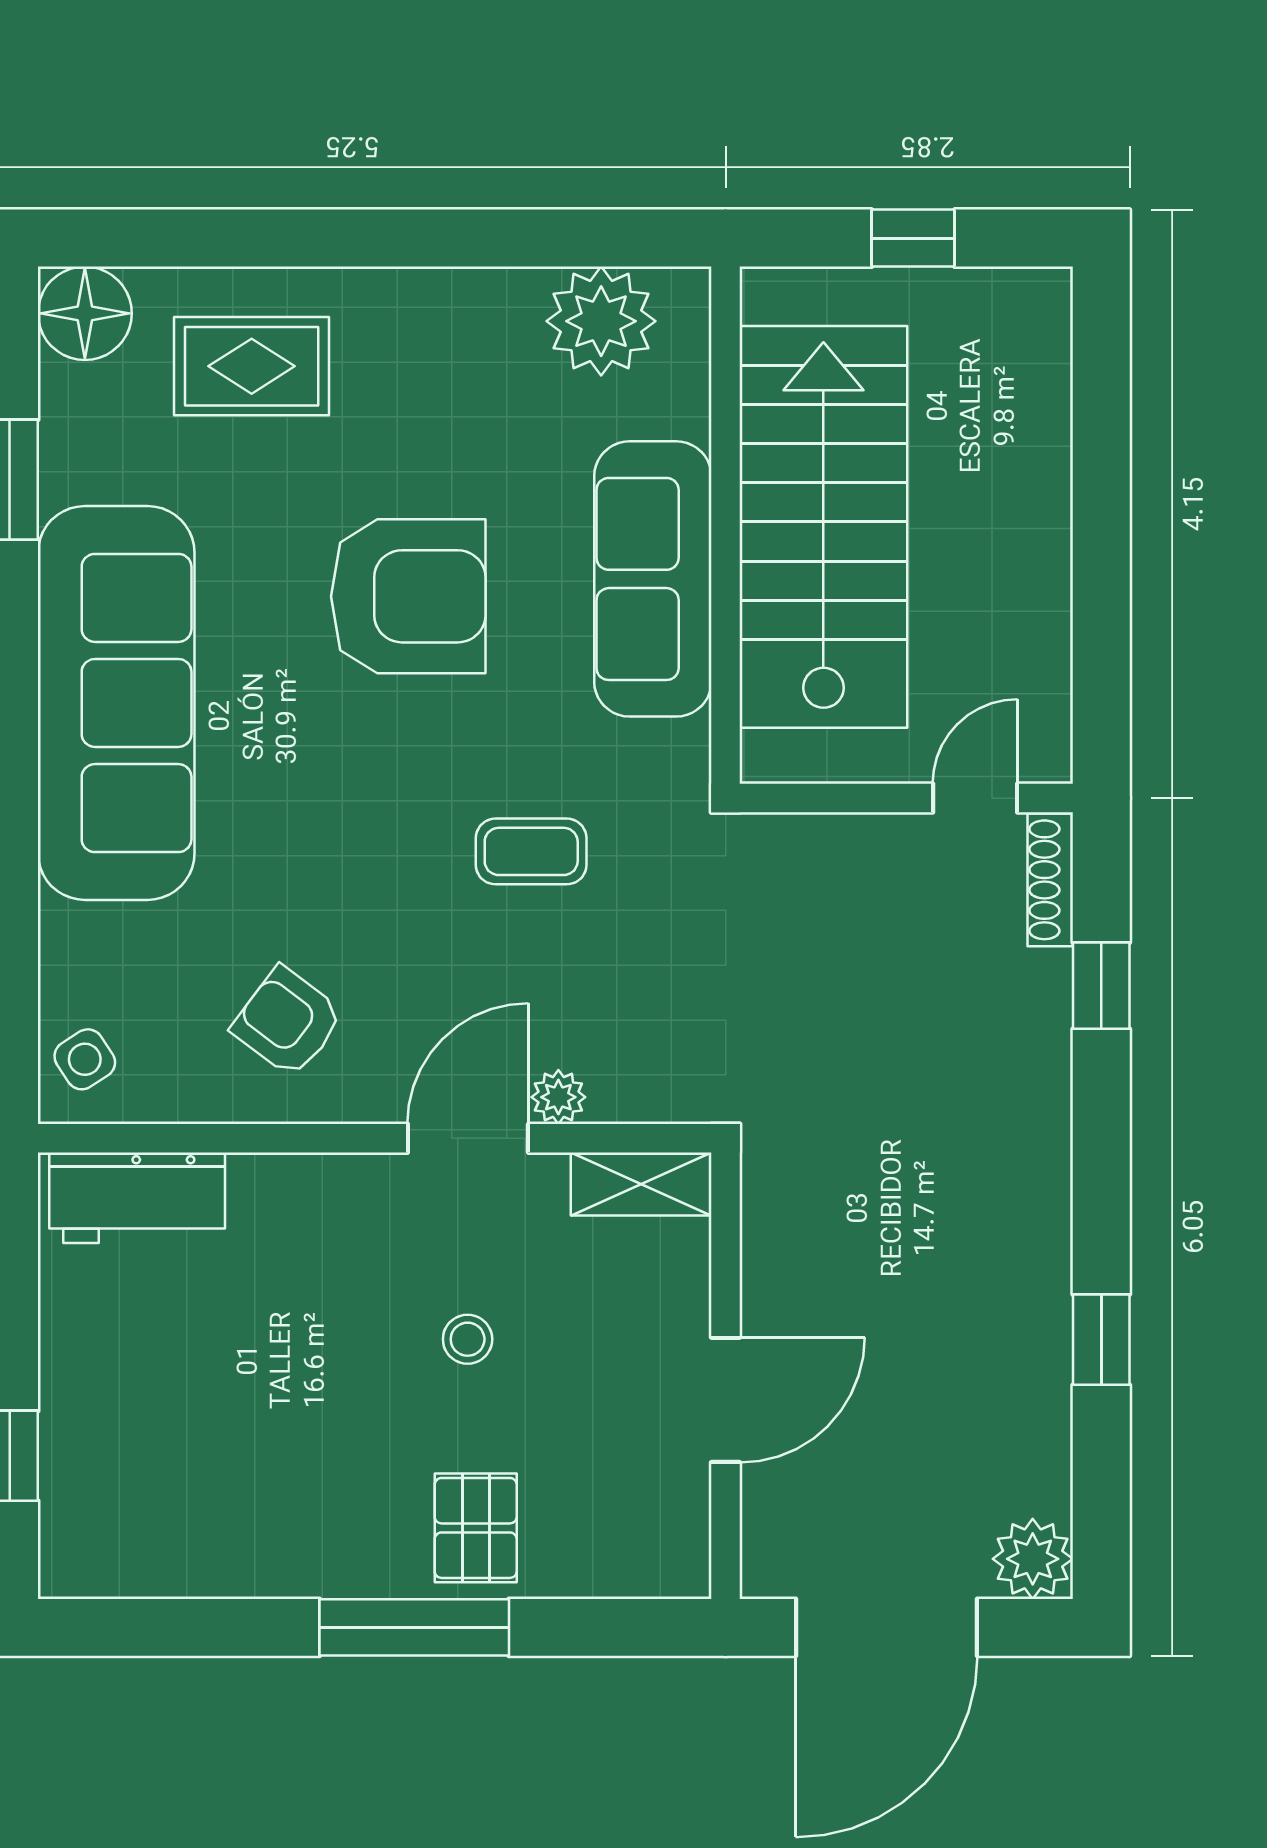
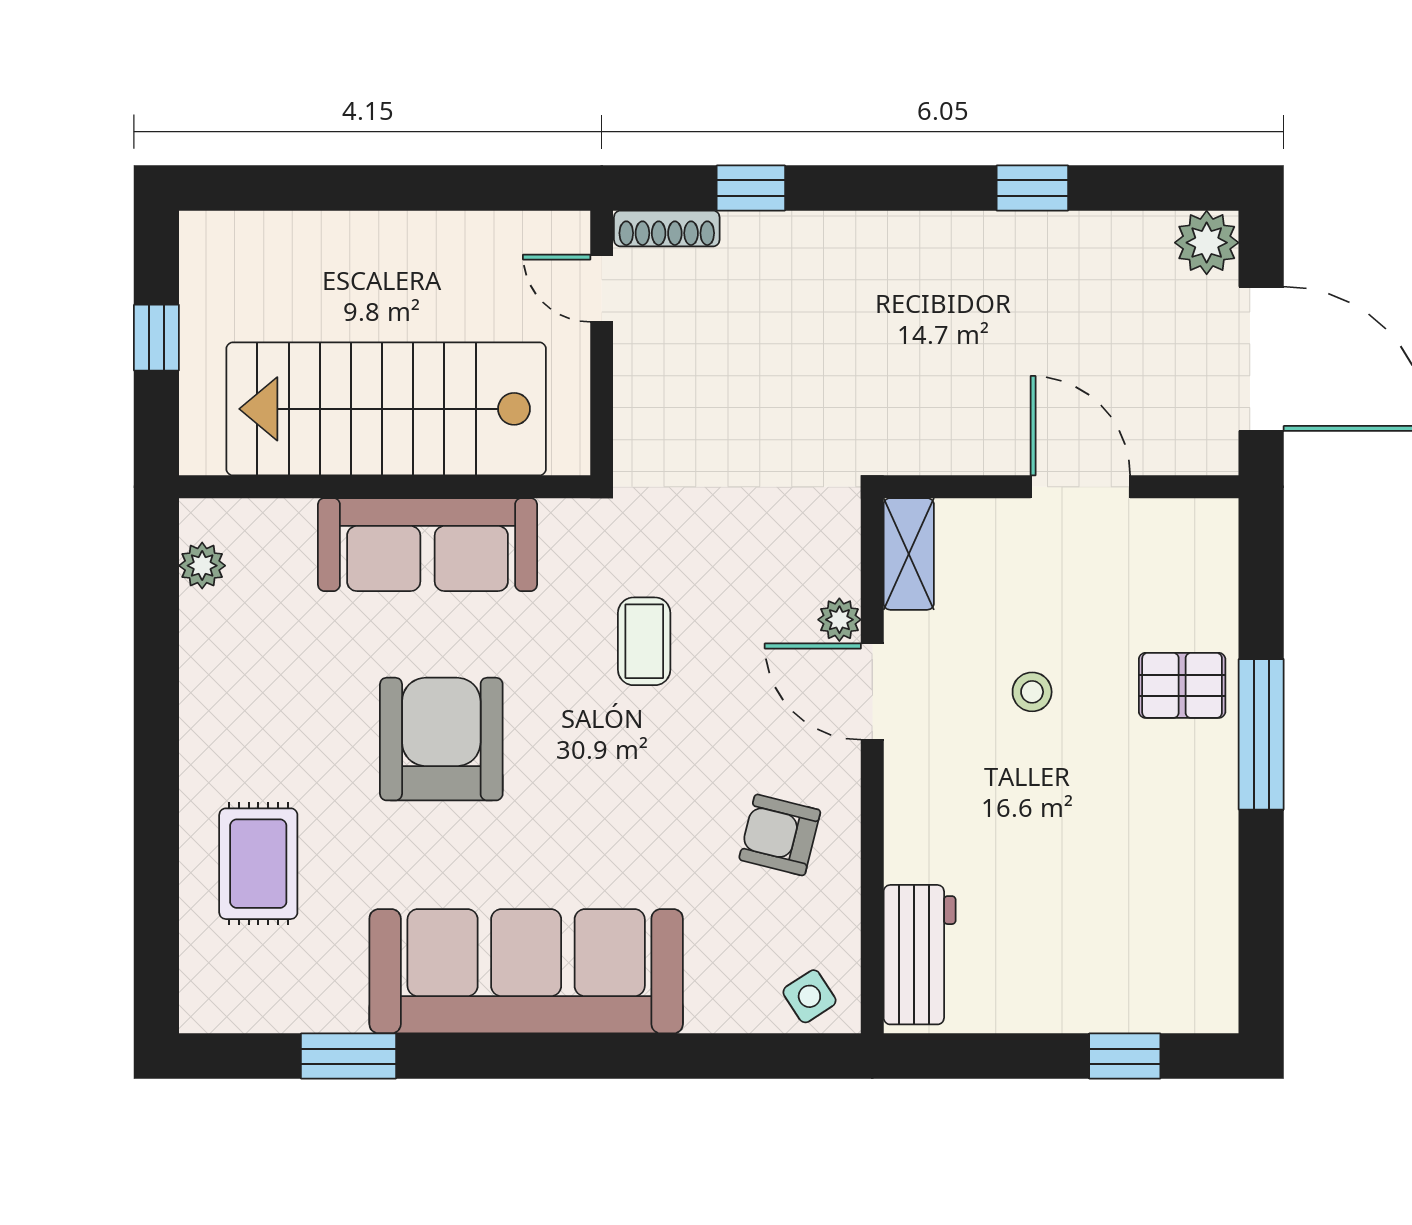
floor lamp: (85, 313) -> (216, 996), removed
plant: (601, 321) -> (202, 566), width x0.53, depth x0.53
armchair: (288, 1022) -> (780, 835), turned 67

